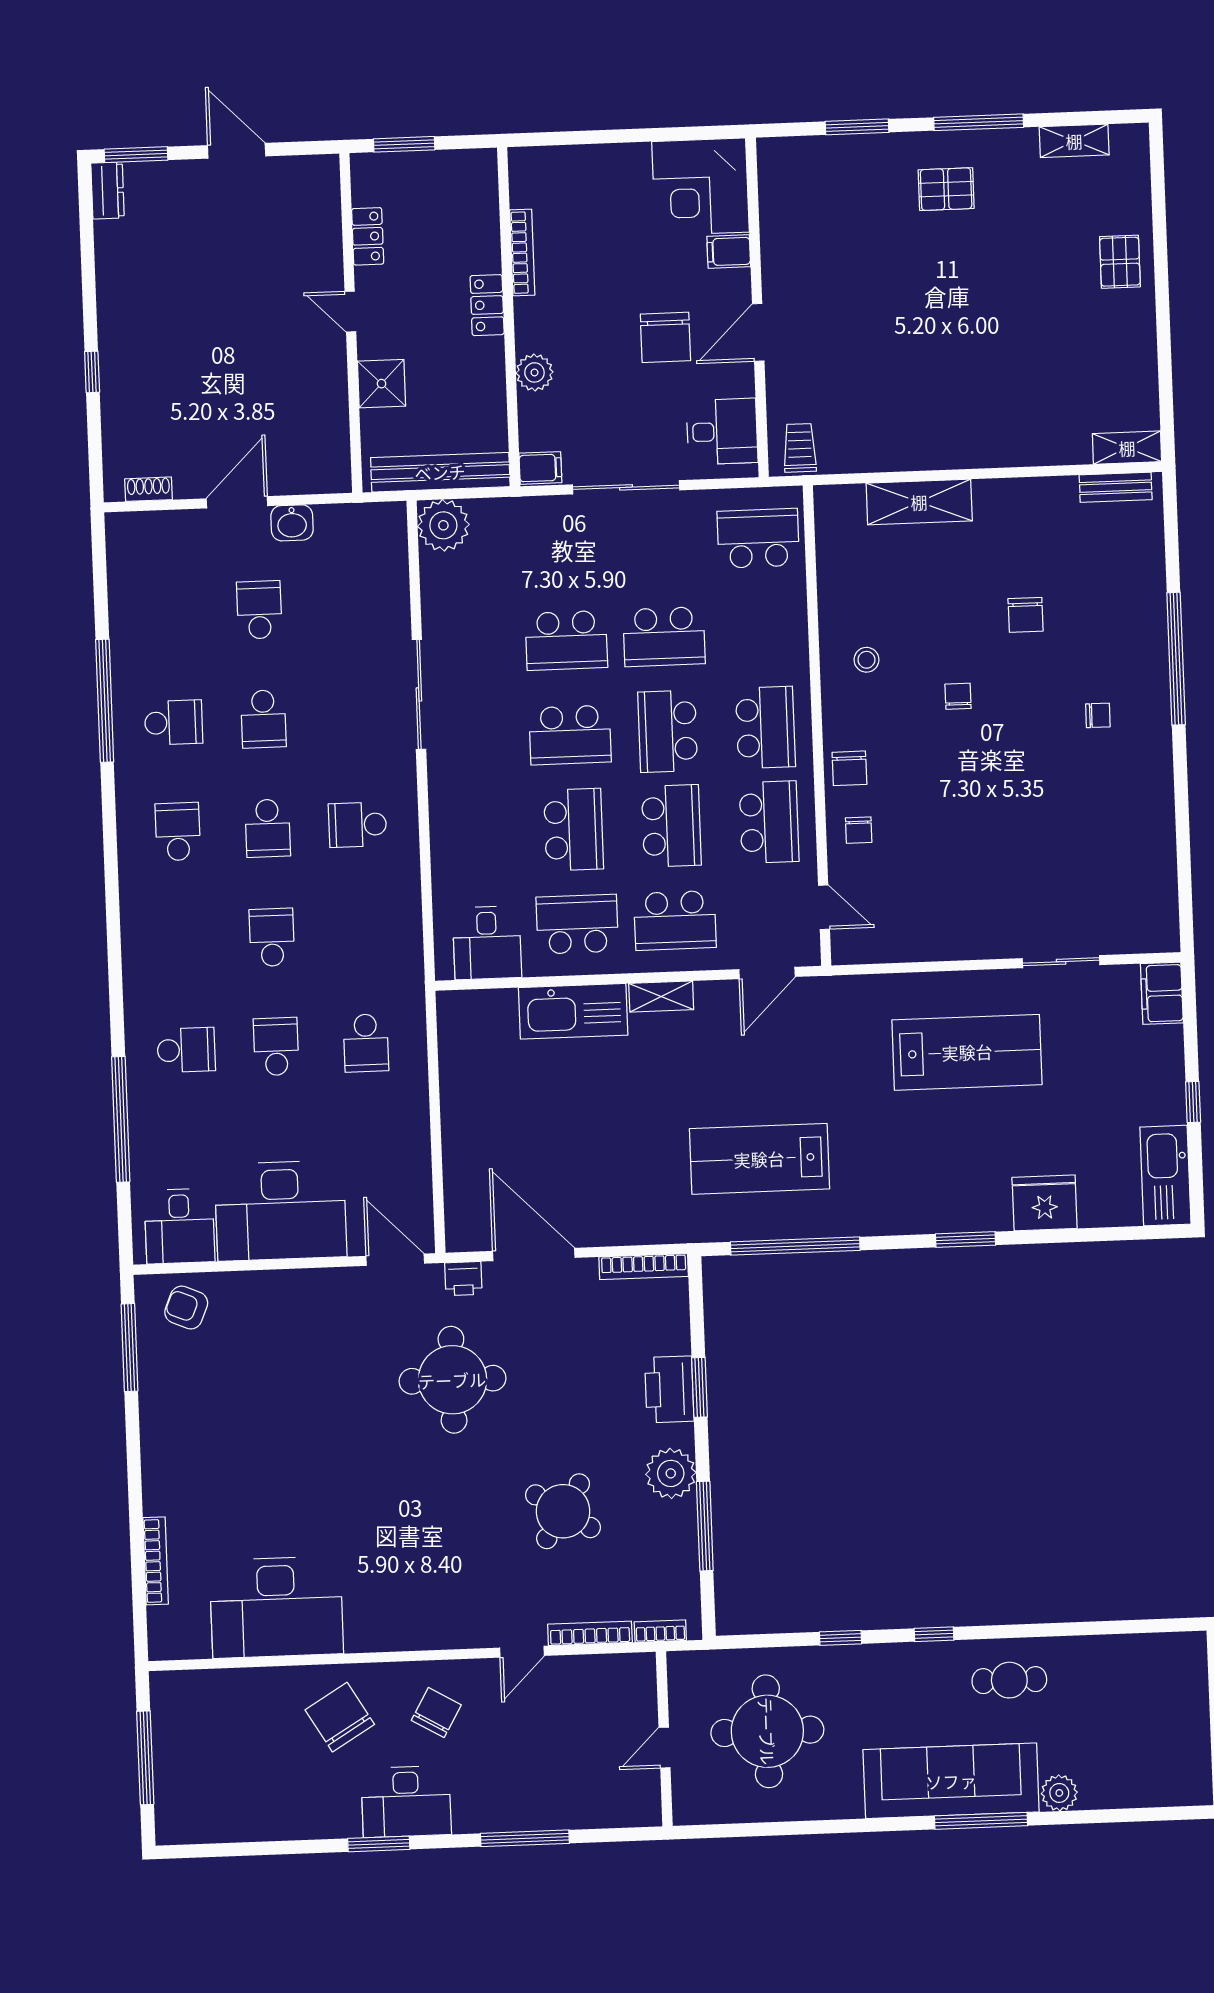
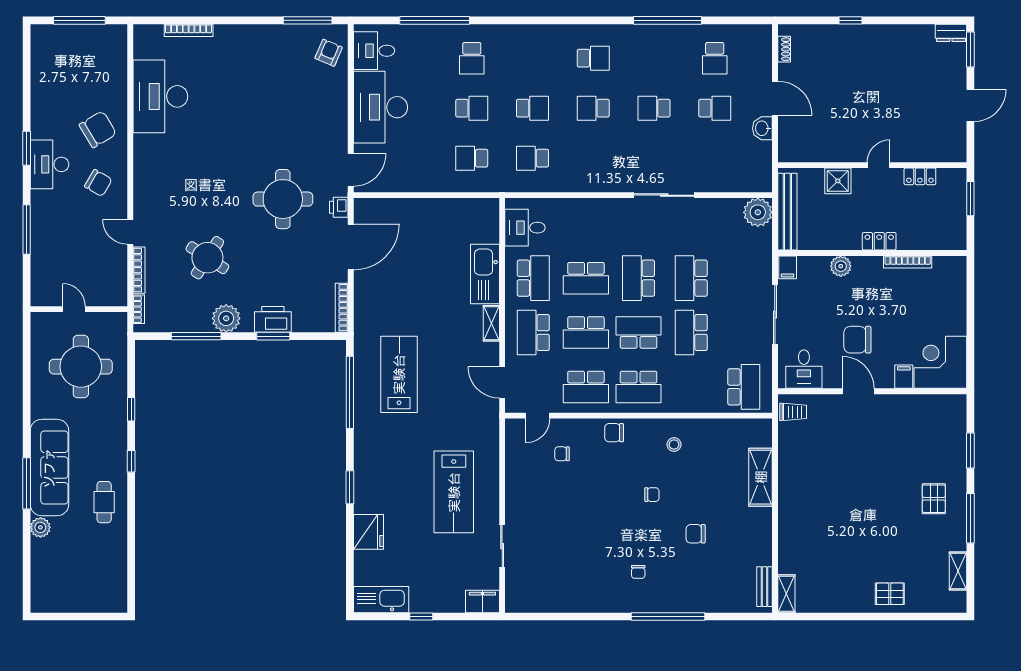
school desk: (174, 722) -> (715, 58), moved
school desk: (357, 825) -> (533, 158), moved, turned -90
chair: (859, 830) -> (562, 454), moved

